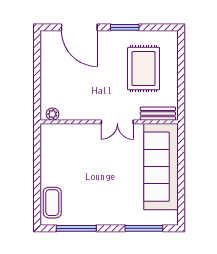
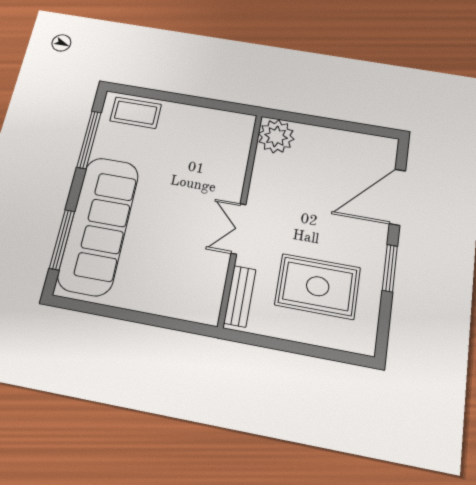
plant: (52, 114) -> (276, 136), width x1.87, depth x1.87
sofa: (161, 167) -> (99, 225), moved, turned 90

